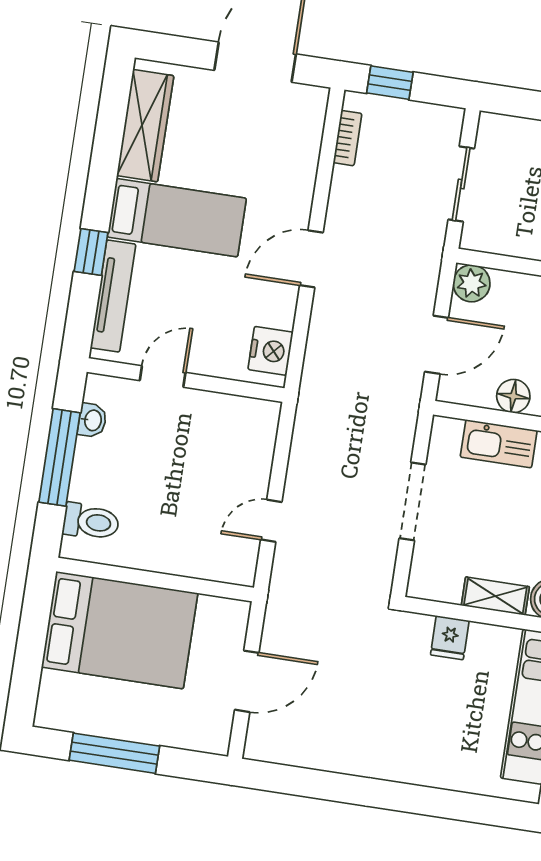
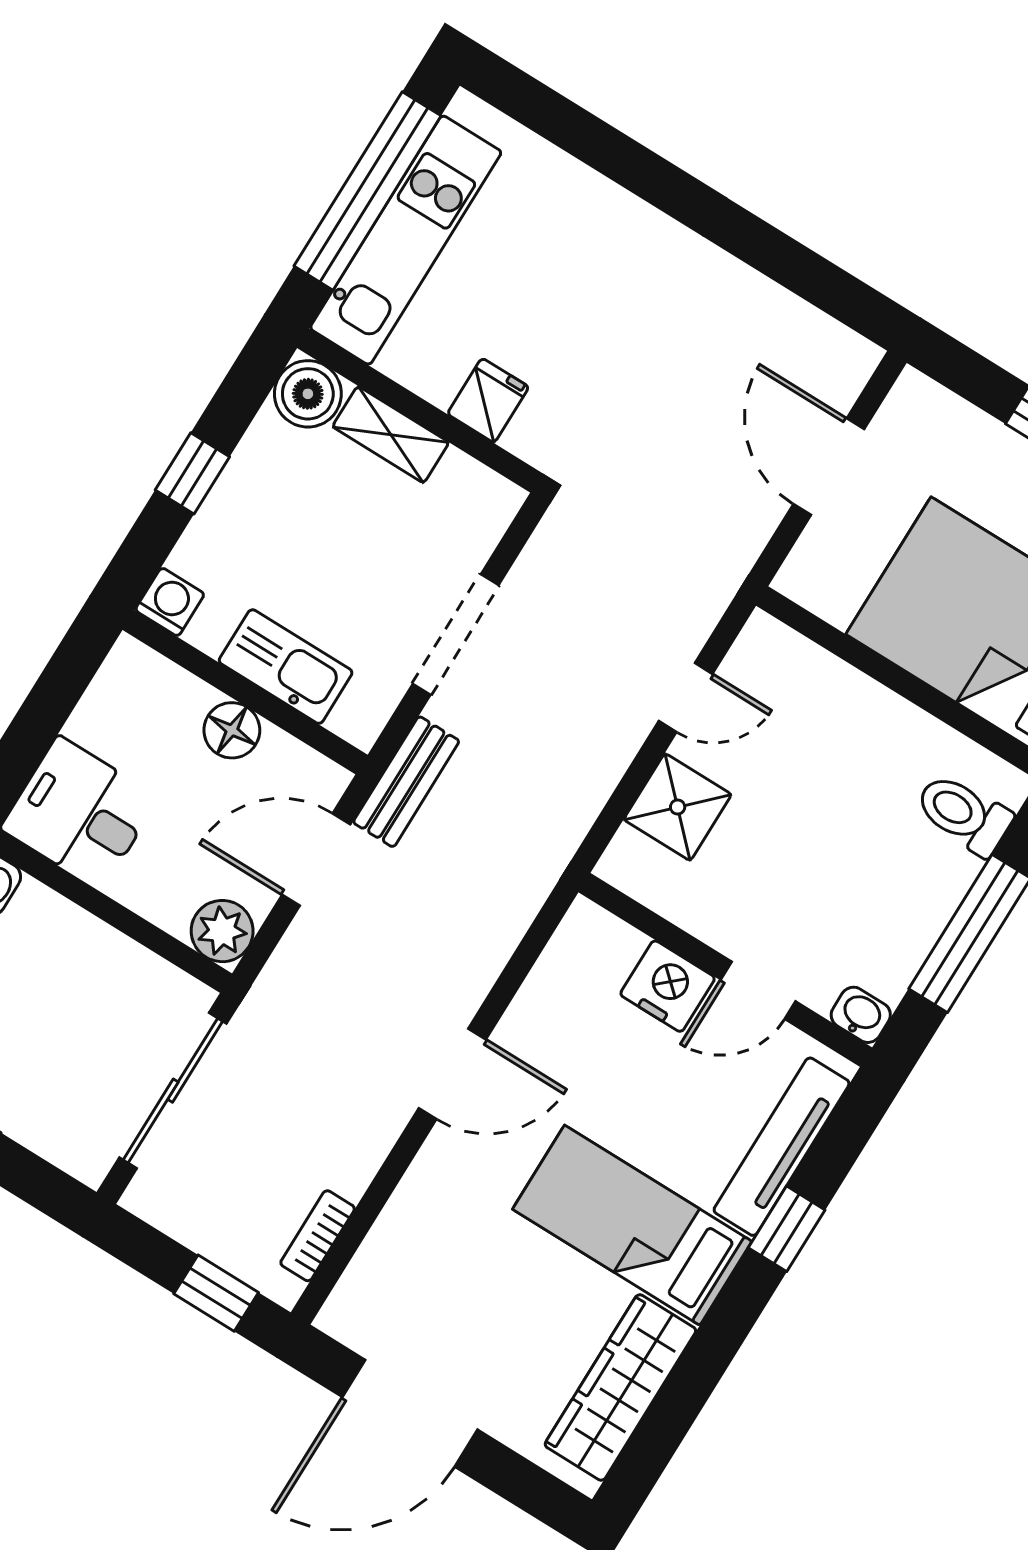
sliding door: (461, 184) -> (173, 1091), width x1.37
nightstand: (271, 351) -> (668, 986), moved, turned 90
bench: (405, 409) -> (406, 782), added
washbasin: (92, 420) -> (861, 1015), moved, turned 90
shower: (250, 458) -> (678, 807), added
door: (247, 681) -> (829, 467), hinge flipped

